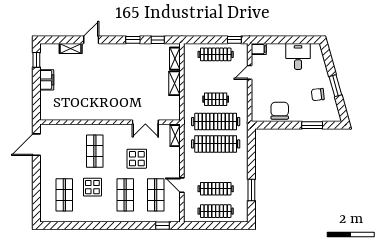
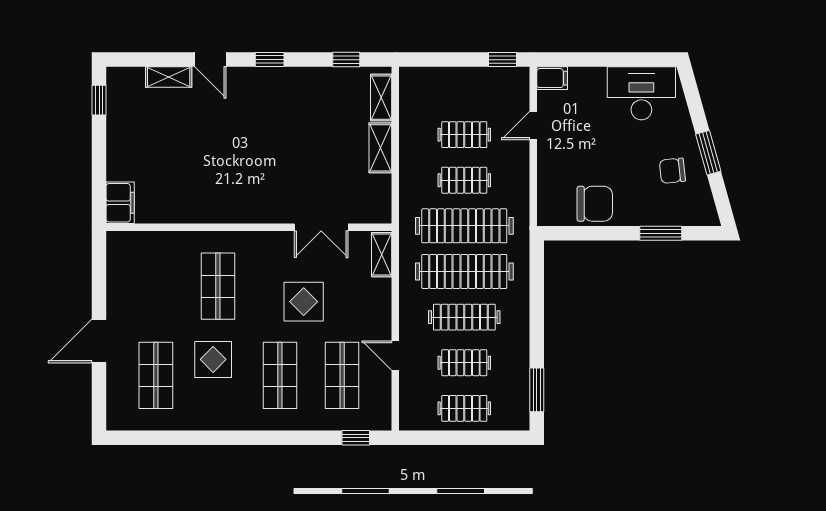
door: (91, 40) -> (210, 60), swing flipped
window: (133, 40) -> (270, 60), moved
clothes rail: (216, 54) -> (464, 135), moved, width x0.73
desk: (298, 57) -> (641, 93), width x1.37
filing cabinet: (47, 80) -> (120, 203), moved
chair: (280, 111) -> (595, 204), turned 90
door: (36, 145) -> (99, 341), moved
clothes rail: (216, 166) -> (464, 317), added
clothes rail: (216, 189) -> (464, 363), width x0.73
window: (251, 190) -> (537, 390), moved
clothes rail: (216, 211) -> (464, 408), width x0.73

